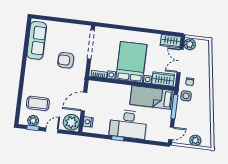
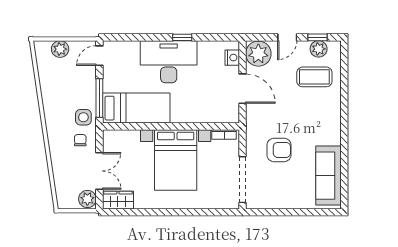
wardrobe: (163, 79) -> (123, 139), removed
door: (84, 102) -> (243, 89), hinge flipped

